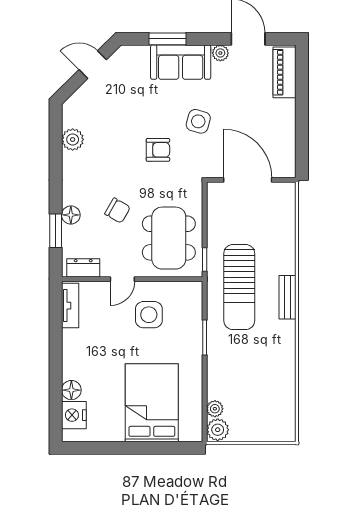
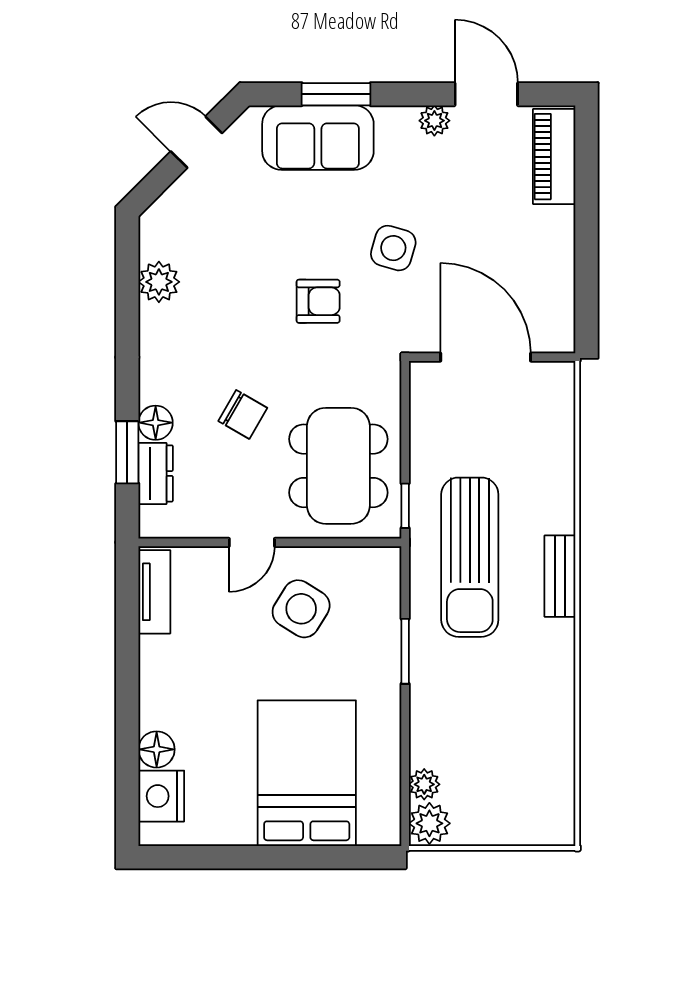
sofa: (181, 62) -> (318, 138), moved
dresser: (83, 268) -> (156, 473), moved, turned 90
side table: (149, 315) -> (301, 609), turned 32

